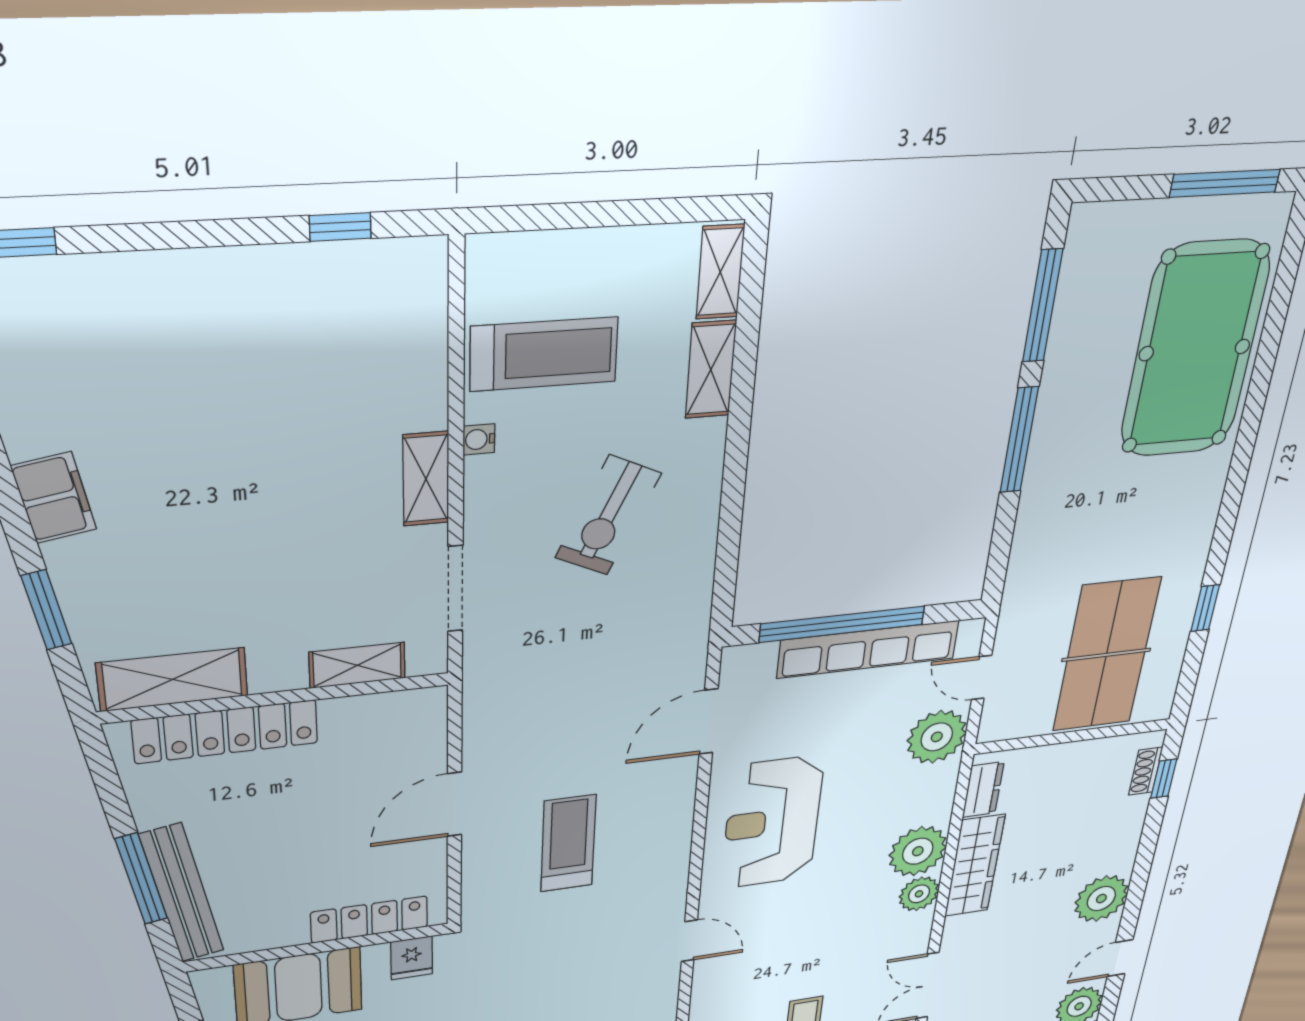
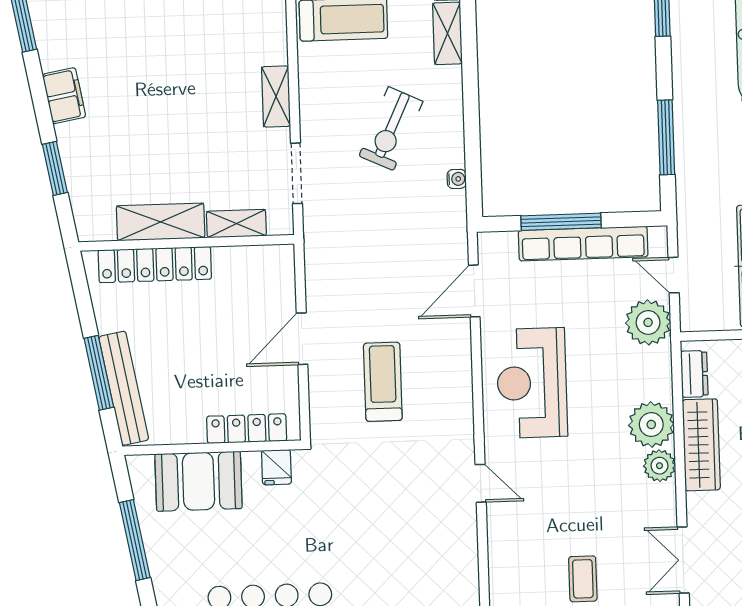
water cooler: (479, 439) -> (457, 179), moved, turned 180
window: (1019, 440) -> (666, 137), moved
window: (842, 624) -> (561, 222), width x0.68
shelving: (173, 679) -> (161, 222), moved

